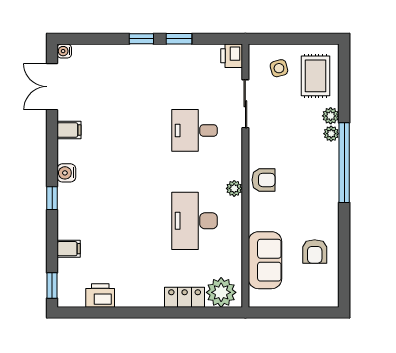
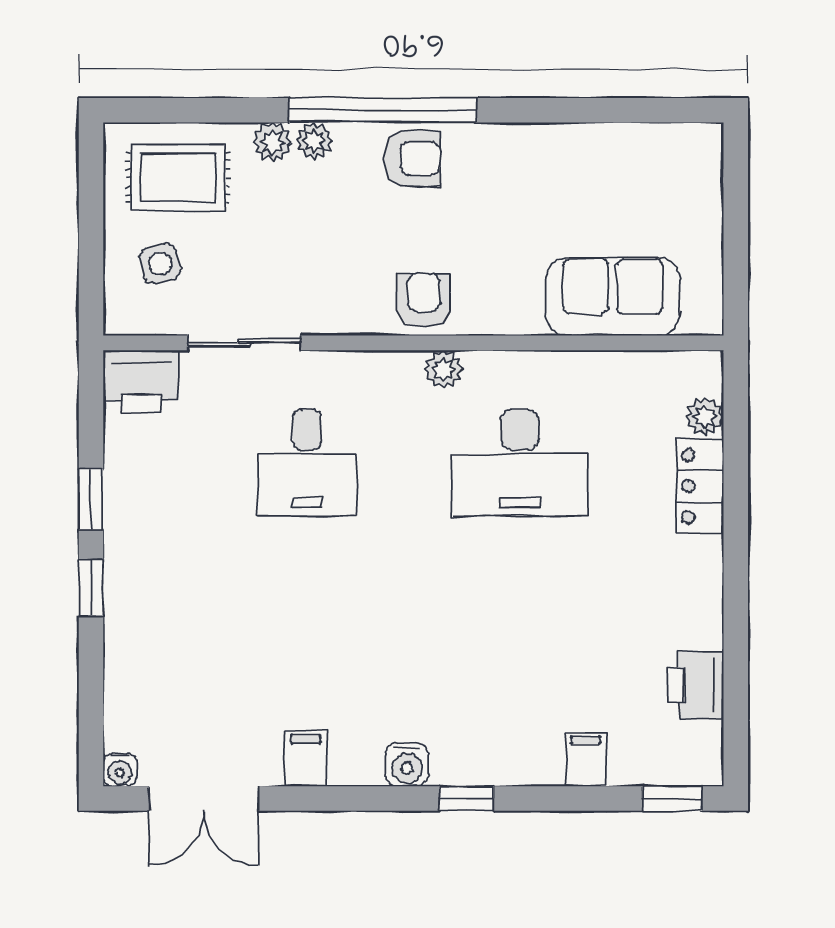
printer: (232, 56) -> (141, 381), width x1.36, depth x1.24
armchair: (315, 252) -> (412, 158), moved
plant: (221, 292) -> (705, 417), width x0.53, depth x0.53

